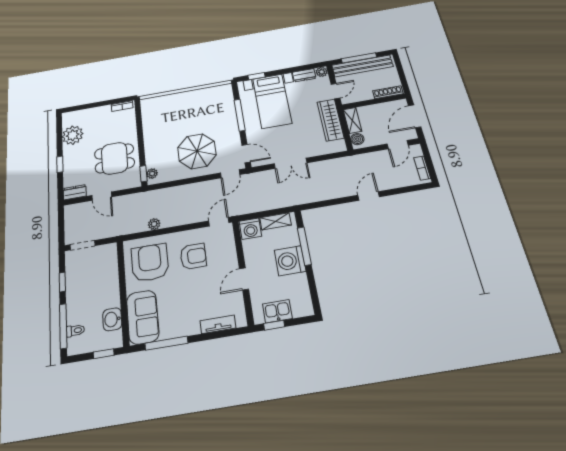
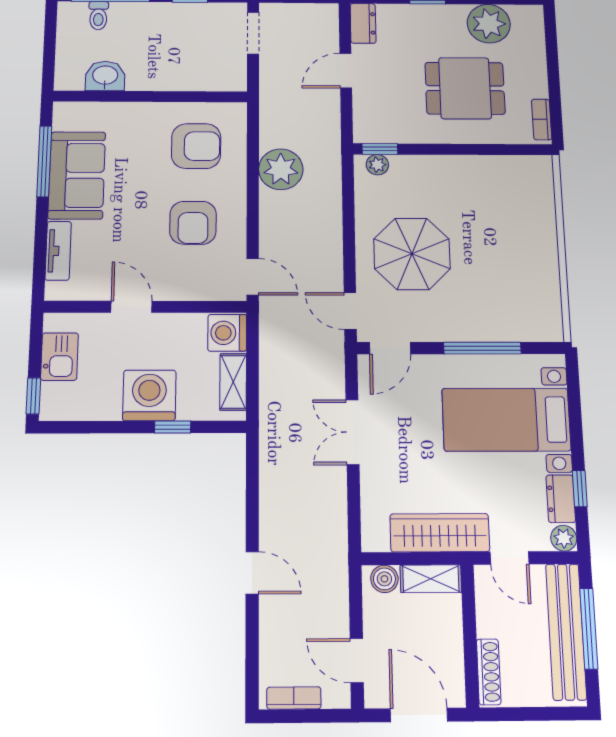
window: (256, 76) -> (580, 489), moved
dining table: (114, 158) -> (465, 88), moved, turned 90
plant: (154, 224) -> (281, 169), width x1.87, depth x1.87
window: (304, 246) -> (173, 427), width x0.46
armchair: (150, 263) -> (196, 146), width x0.73, depth x0.73
sofa: (143, 317) -> (77, 175), moved, turned -90
window: (274, 325) -> (33, 396), moved
window: (104, 354) -> (49, 59), removed

